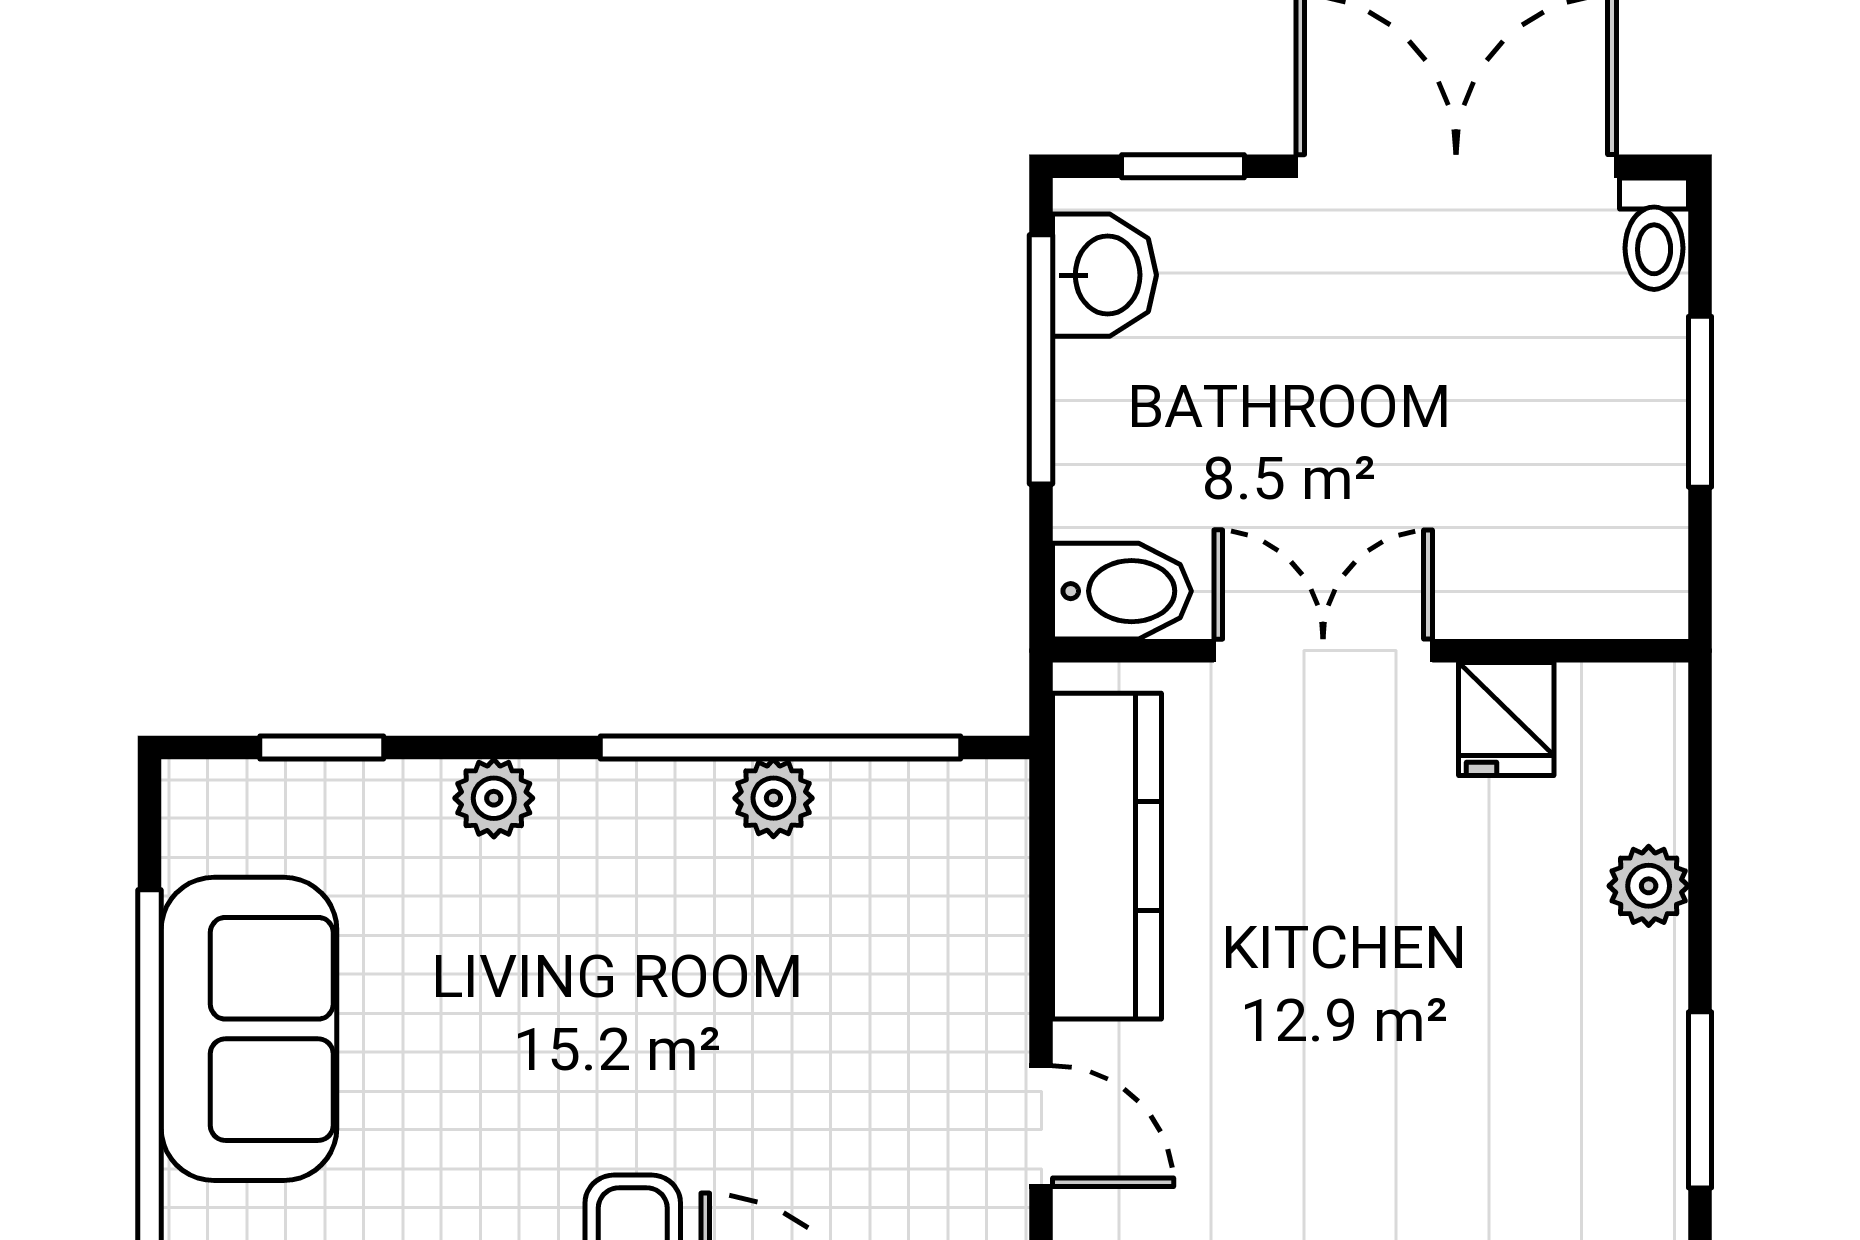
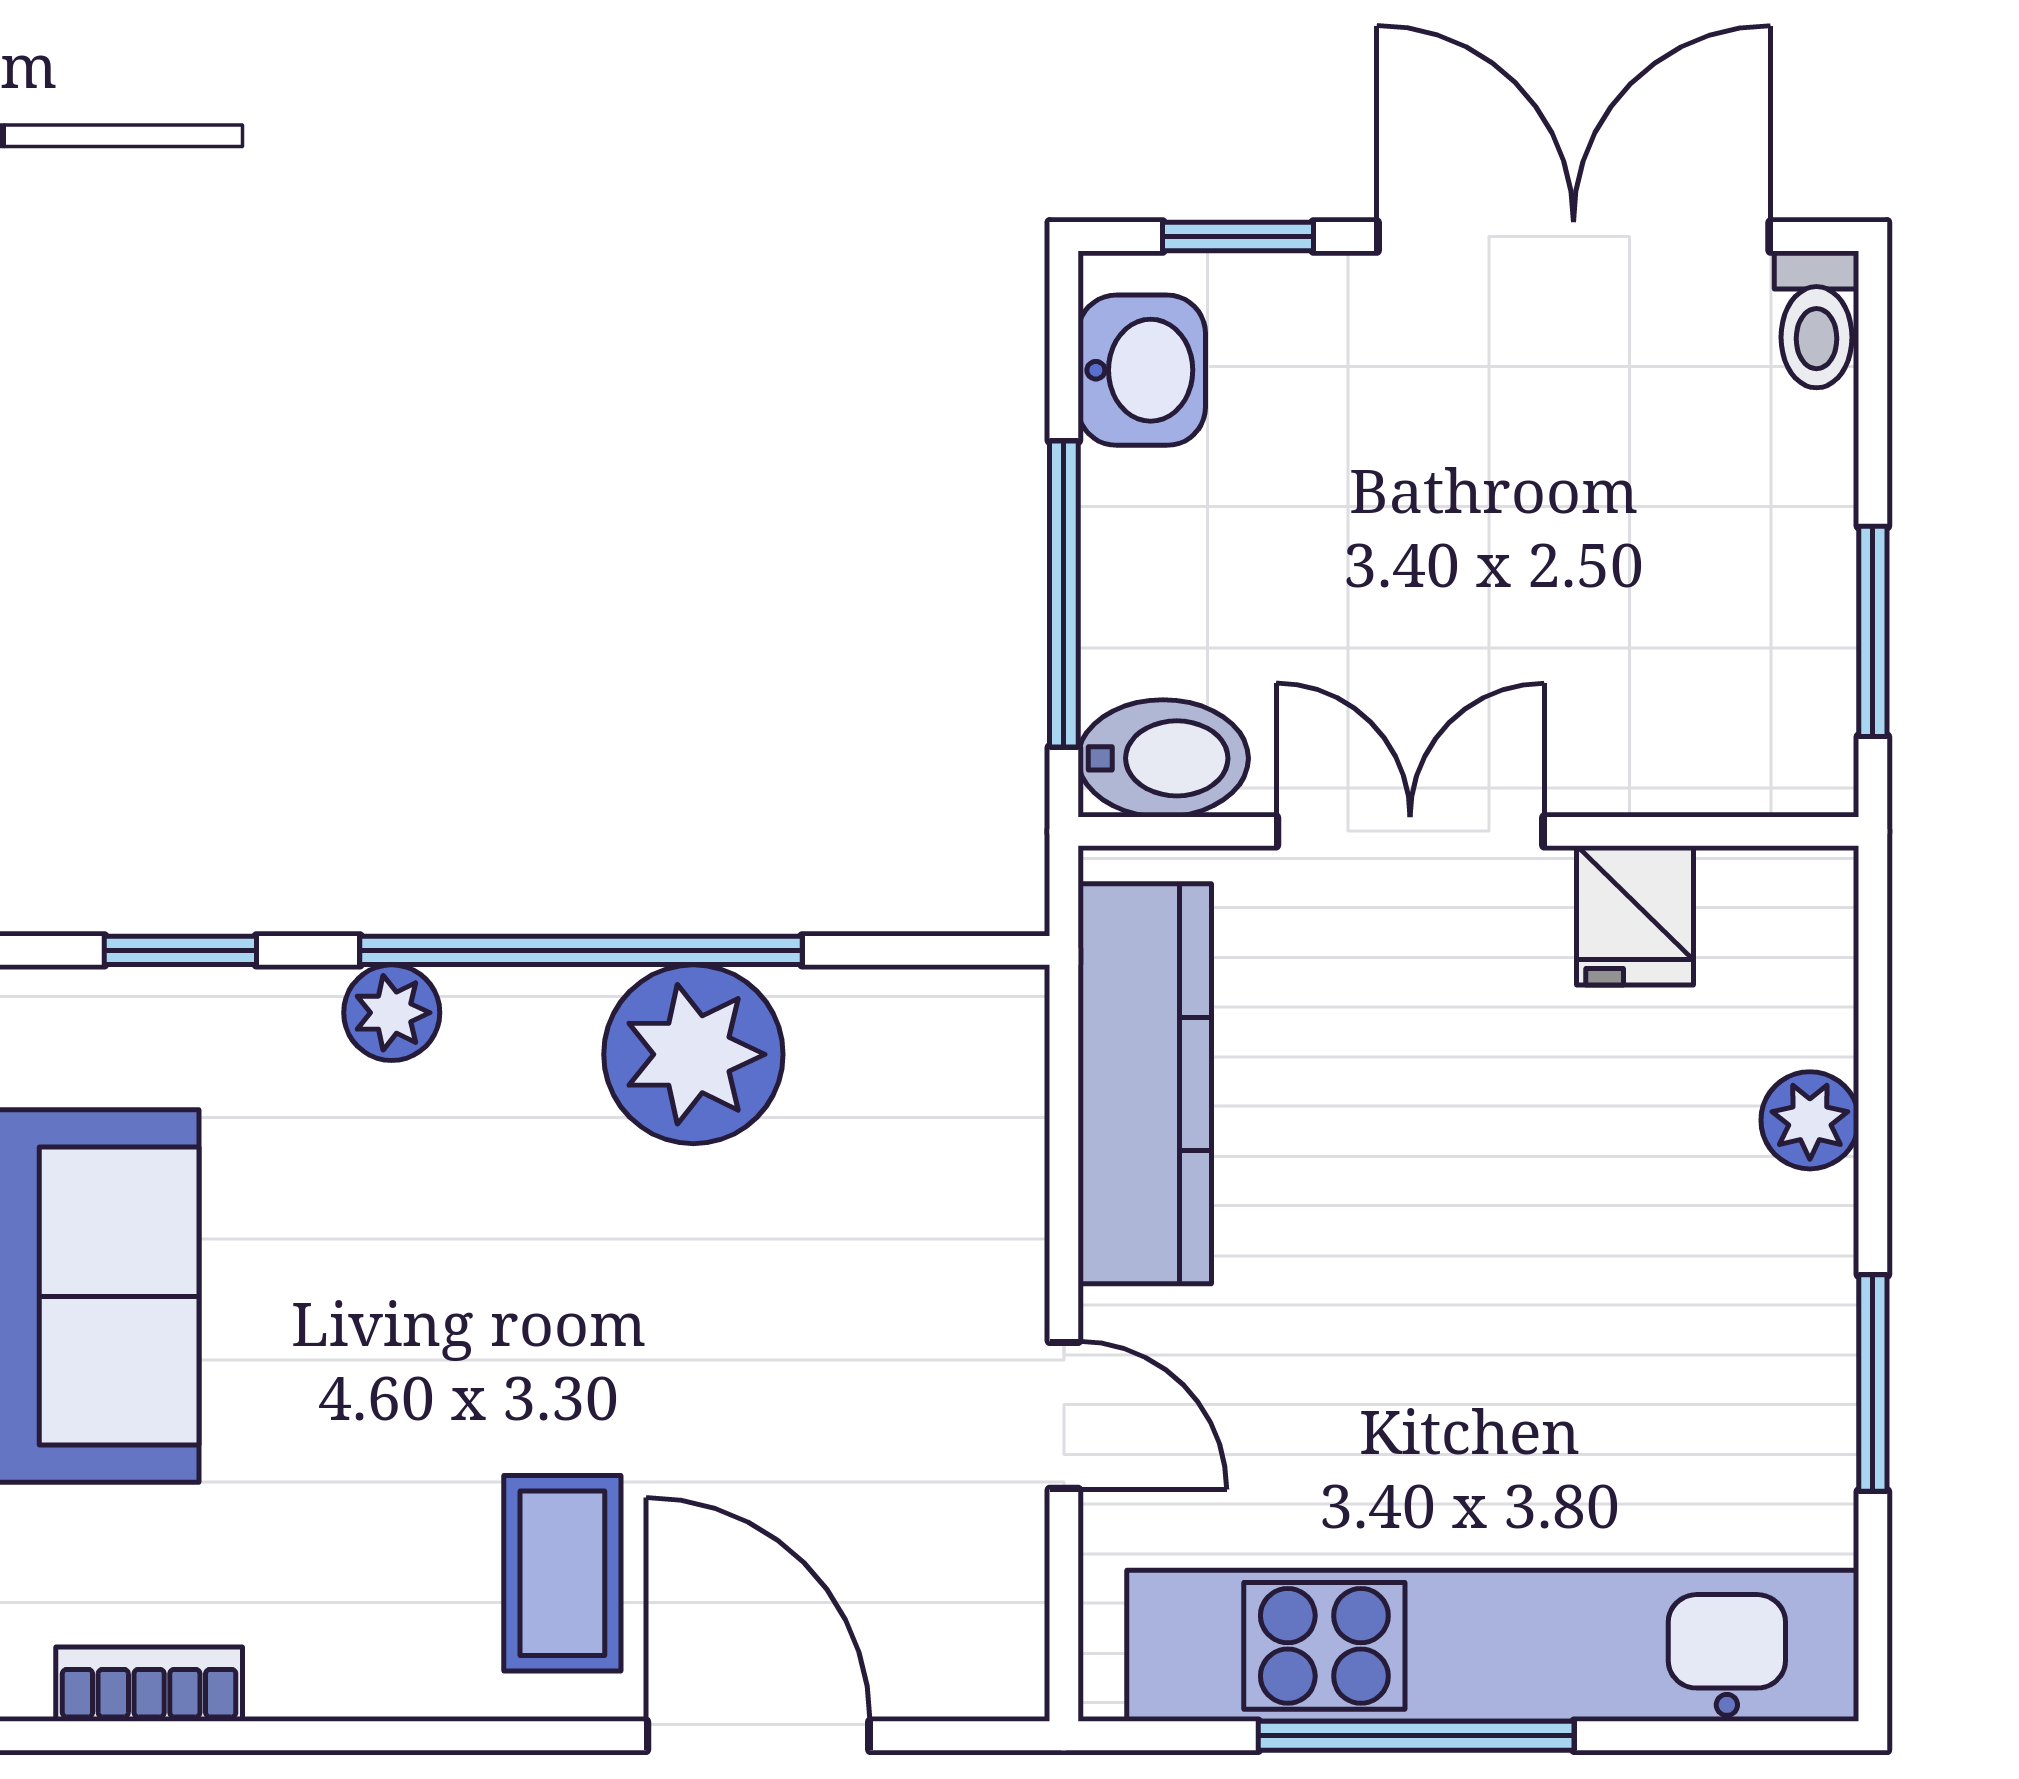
window: (1041, 359) -> (1064, 594), moved
window: (1700, 402) -> (1873, 631), moved
window: (781, 748) -> (581, 950), moved
plant: (773, 798) -> (693, 1054), width x1.88, depth x1.88

